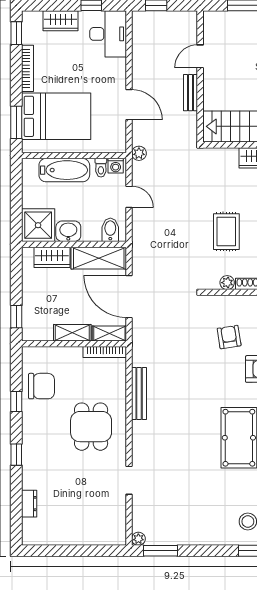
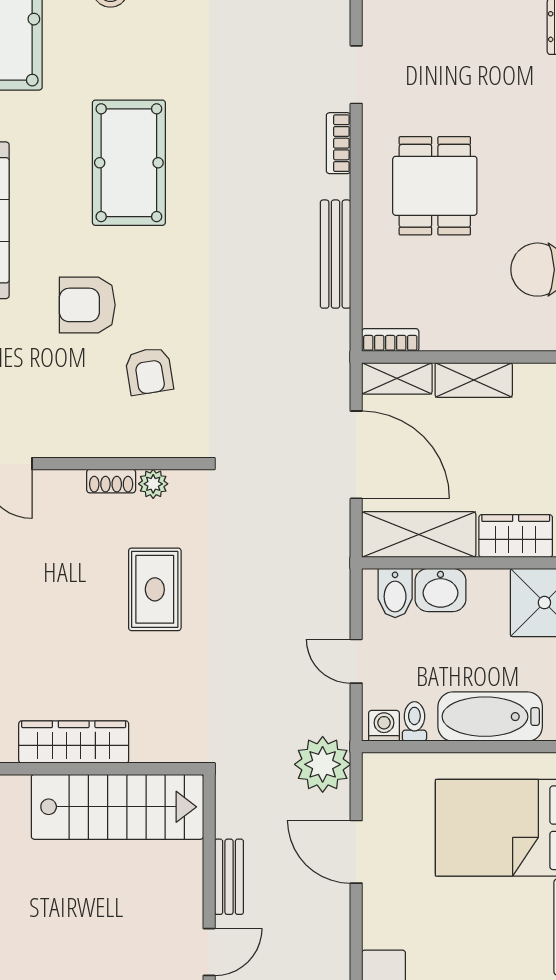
plant: (139, 153) -> (323, 764), width x1.87, depth x1.87
washbasin: (68, 231) -> (440, 590), moved
bookcase: (105, 352) -> (390, 340), width x0.64
bookcase: (138, 447) -> (338, 143), added

